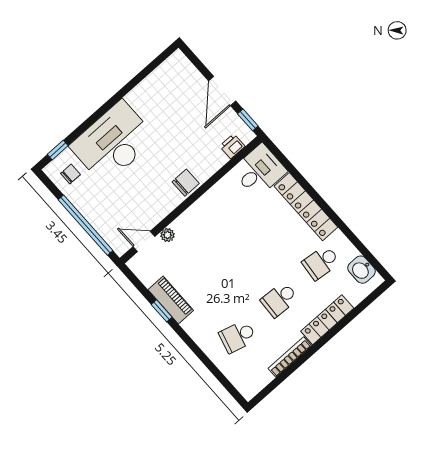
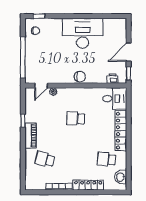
desk: (113, 142) -> (83, 33), moved
door: (144, 241) -> (41, 86), swing flipped
school desk: (279, 299) -> (76, 119), moved
piano: (171, 300) -> (31, 136), moved

